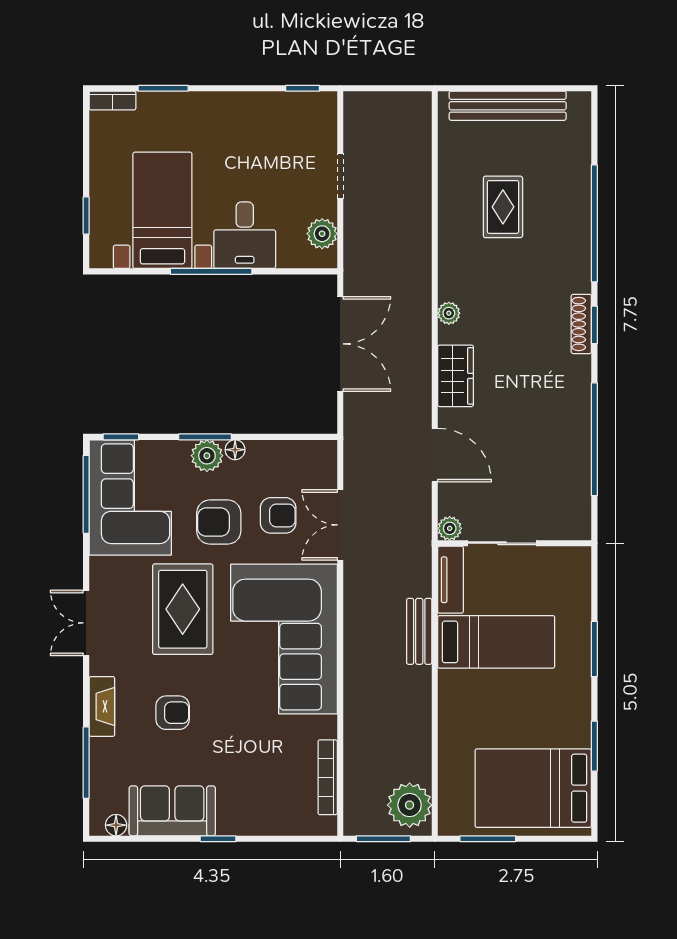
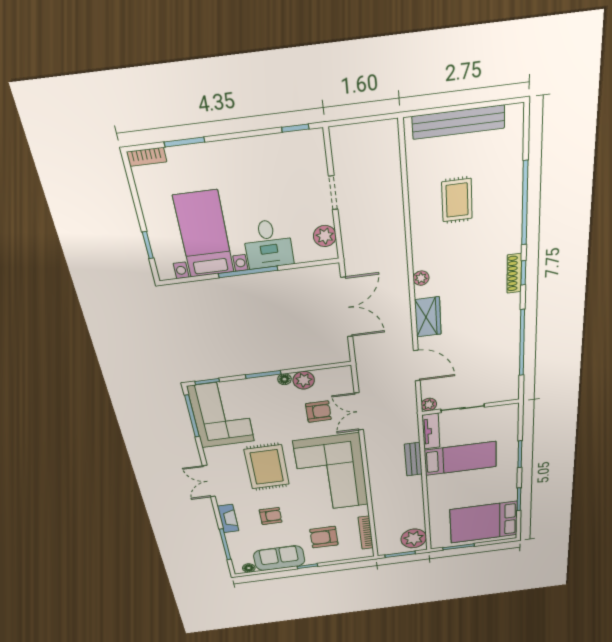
plant: (207, 456) -> (304, 380), moved
armchair: (219, 522) -> (324, 537), moved

